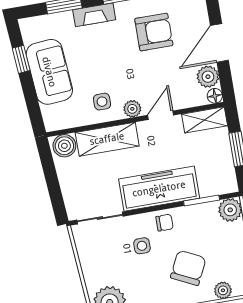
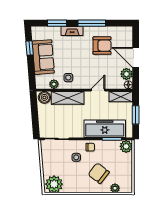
door: (219, 43) -> (136, 57), hinge flipped
plant: (132, 109) -> (54, 84), moved
freezer: (159, 189) -> (105, 129), moved
chair: (188, 268) -> (99, 173), turned -78

